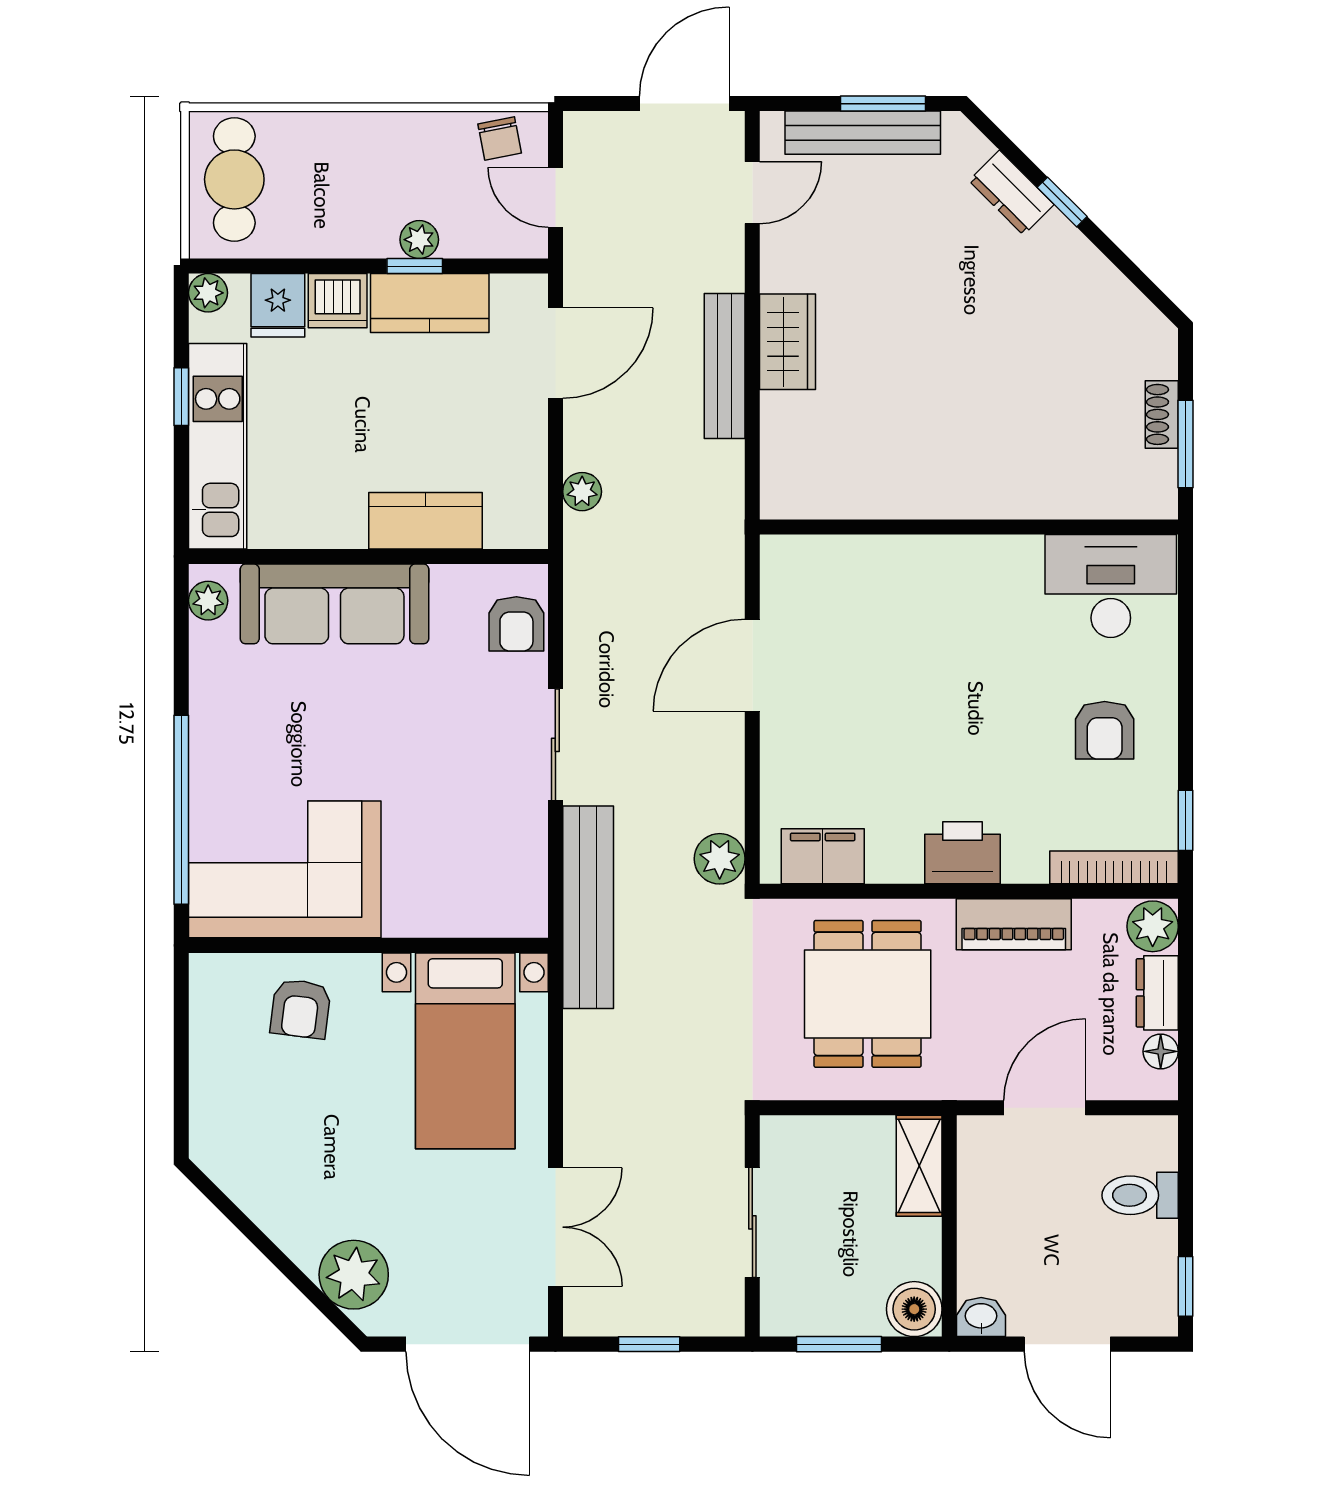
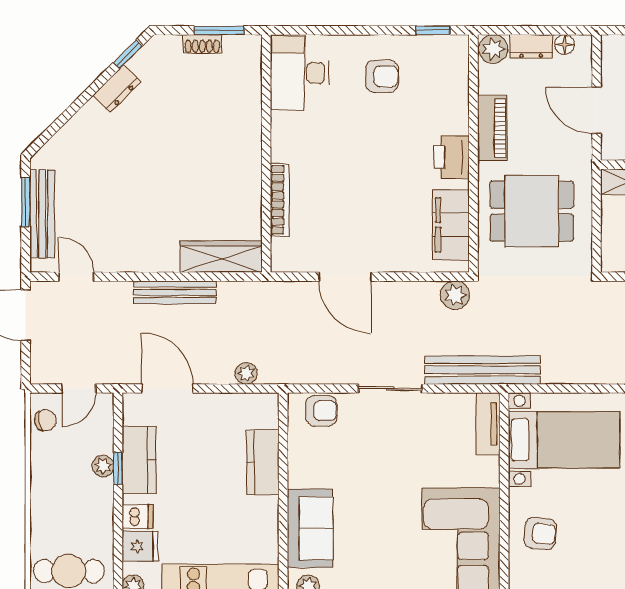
dresser: (1011, 193) -> (117, 88), moved
window: (1062, 202) -> (128, 54), moved
dishwasher: (338, 301) -> (138, 517), width x0.73
wardrobe: (787, 342) -> (221, 257), moved, width x1.50
sofa: (334, 604) -> (310, 528), width x0.73
filing cabinet: (823, 856) -> (451, 225), width x1.50, depth x1.17
bookcase: (1114, 867) -> (280, 200), moved, turned 180
tv unit: (493, 917) -> (488, 424), added

